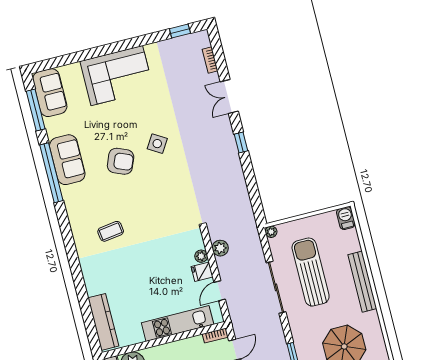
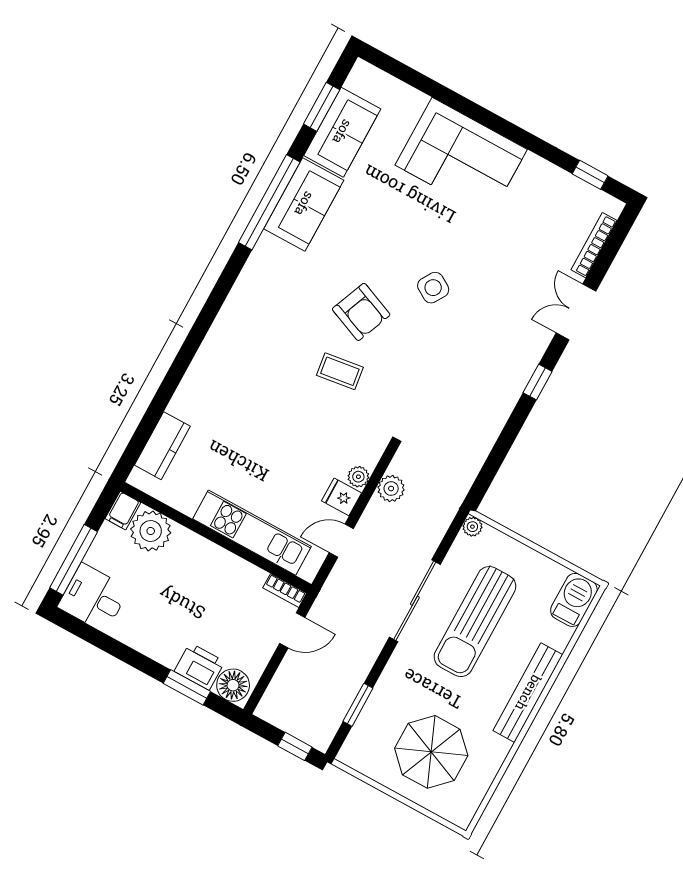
bookcase: (210, 60) -> (594, 245), width x1.56
sofa: (50, 93) -> (342, 132), moved
window: (36, 110) -> (322, 107), width x0.69
armchair: (121, 161) -> (361, 312), moved
barbecue: (346, 218) -> (574, 600), width x1.38, depth x1.27
coffee table: (111, 231) -> (340, 371), moved
sun lounger: (311, 272) -> (475, 622), turned 180
kitchen counter: (103, 322) -> (162, 446), width x0.67

